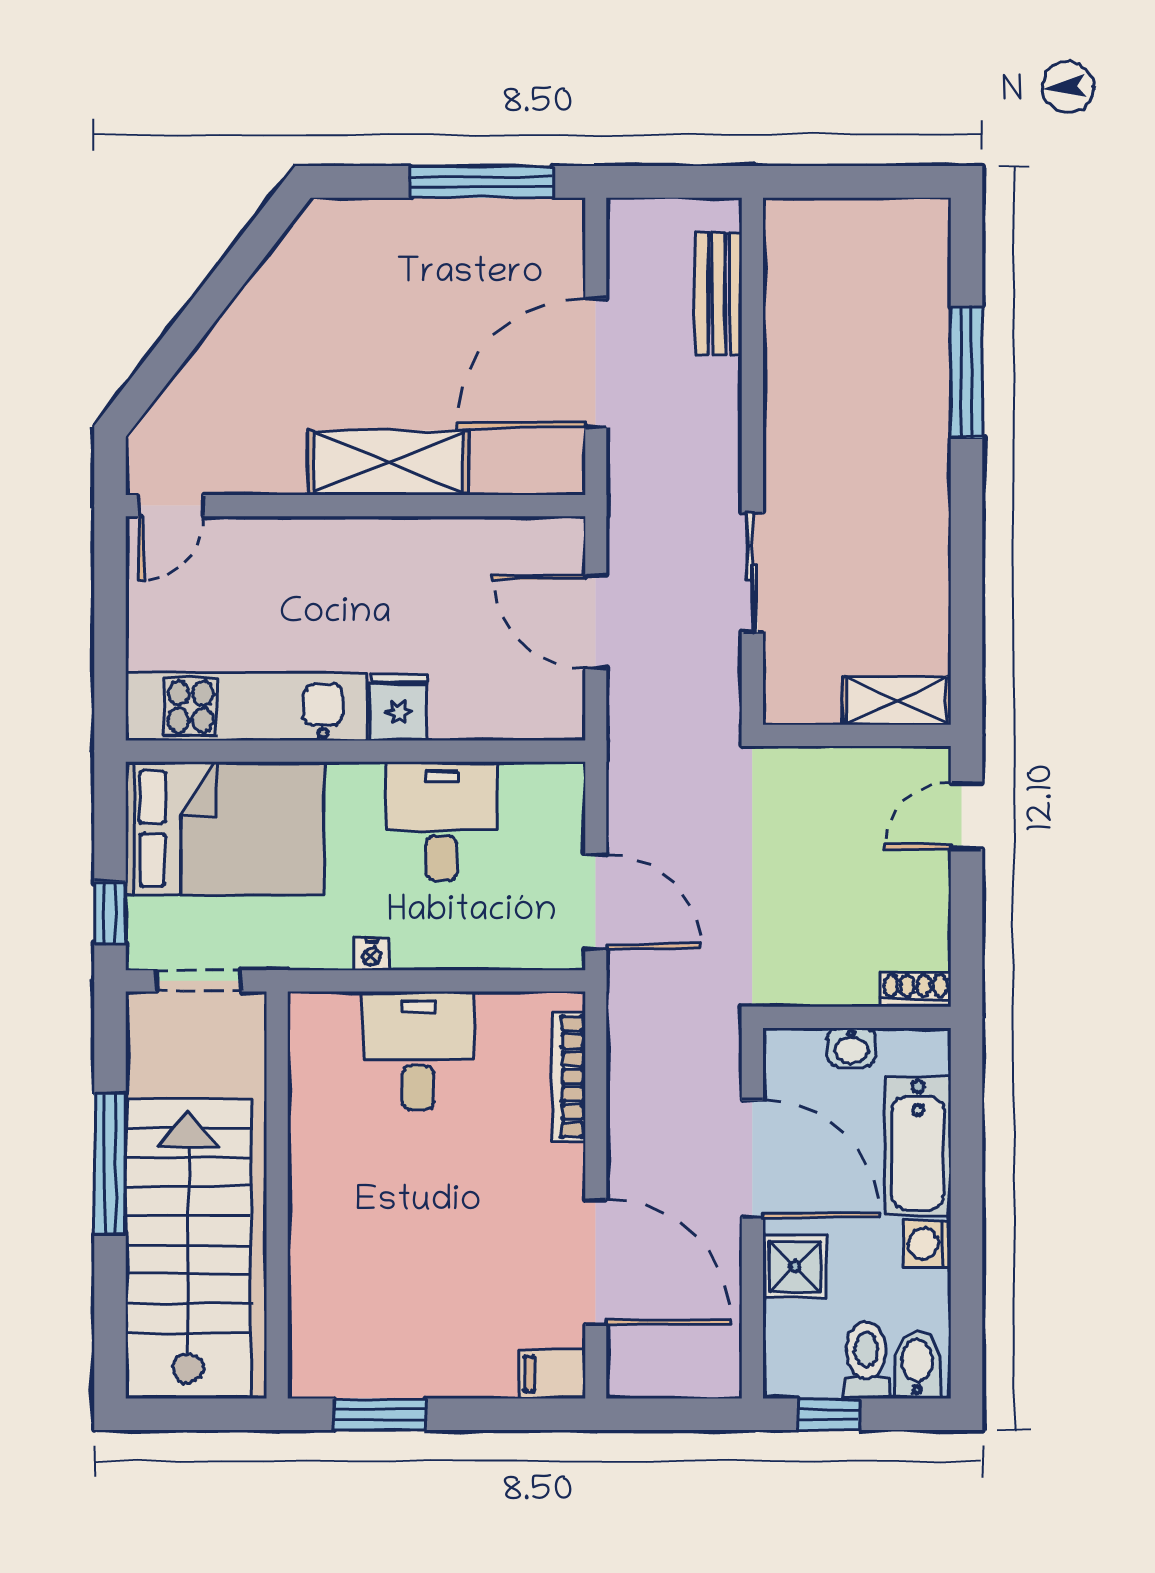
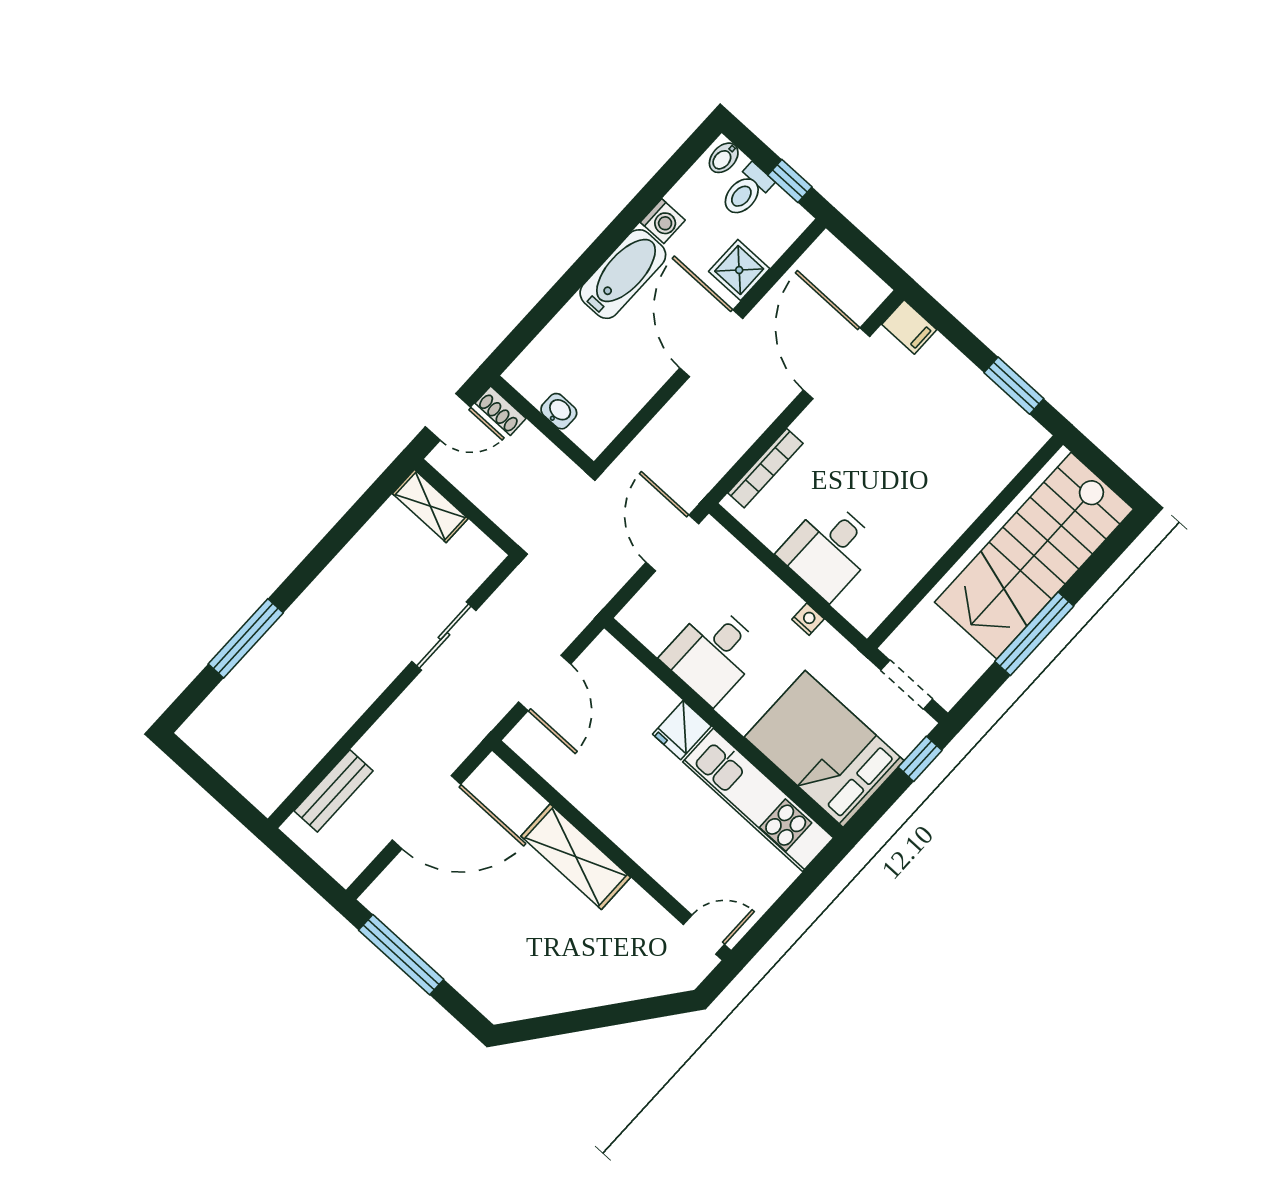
shoe rack: (915, 990) -> (500, 411), moved
wall: (857, 1017) -> (542, 424), moved
washbasin: (851, 1048) -> (559, 411), moved
bidet: (917, 1365) -> (724, 158), width x0.72, depth x0.74

